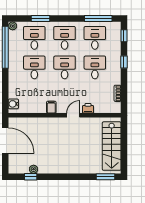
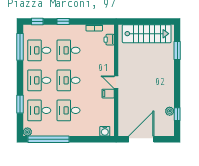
printer: (88, 108) -> (109, 40), moved
door: (73, 115) -> (116, 82), moved
window: (105, 177) -> (177, 50), moved

